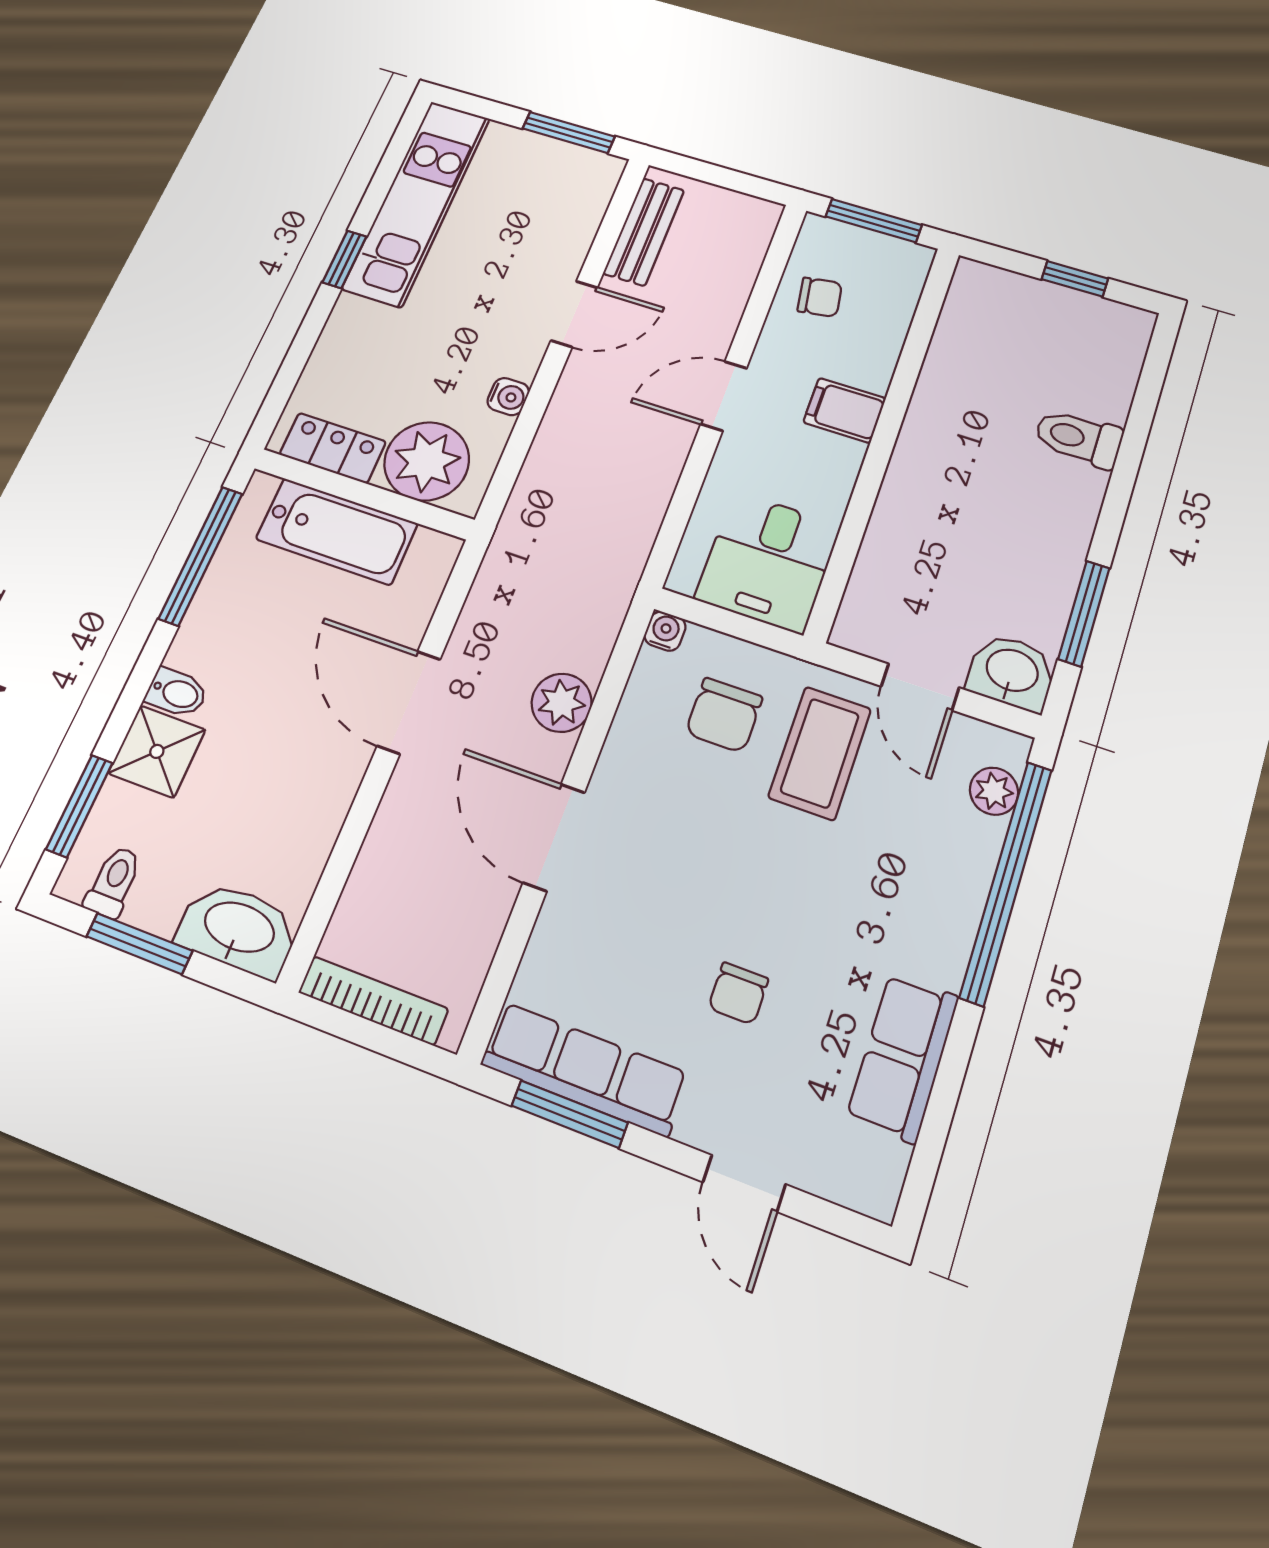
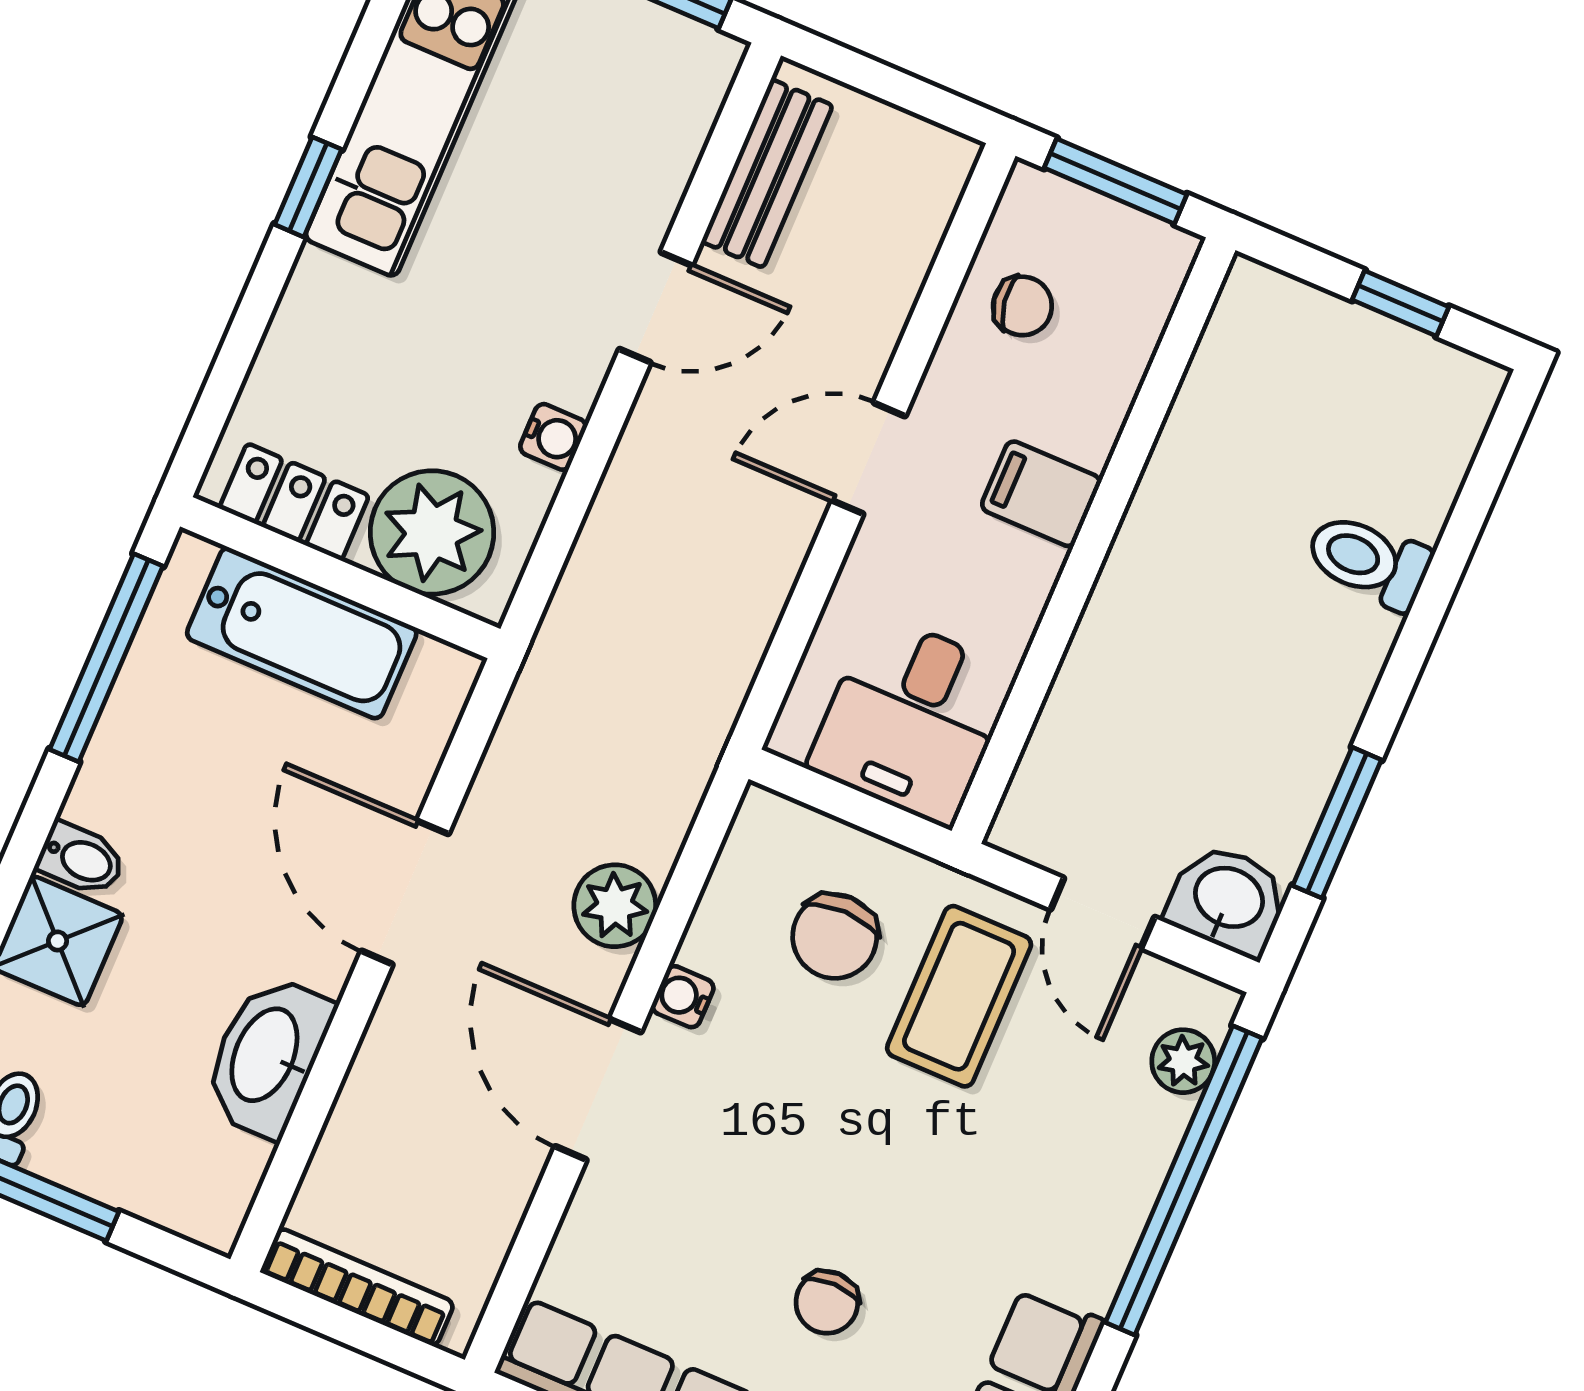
water cooler: (665, 631) -> (683, 997), moved, turned -90
washbasin: (238, 929) -> (267, 1056), moved, turned -90

